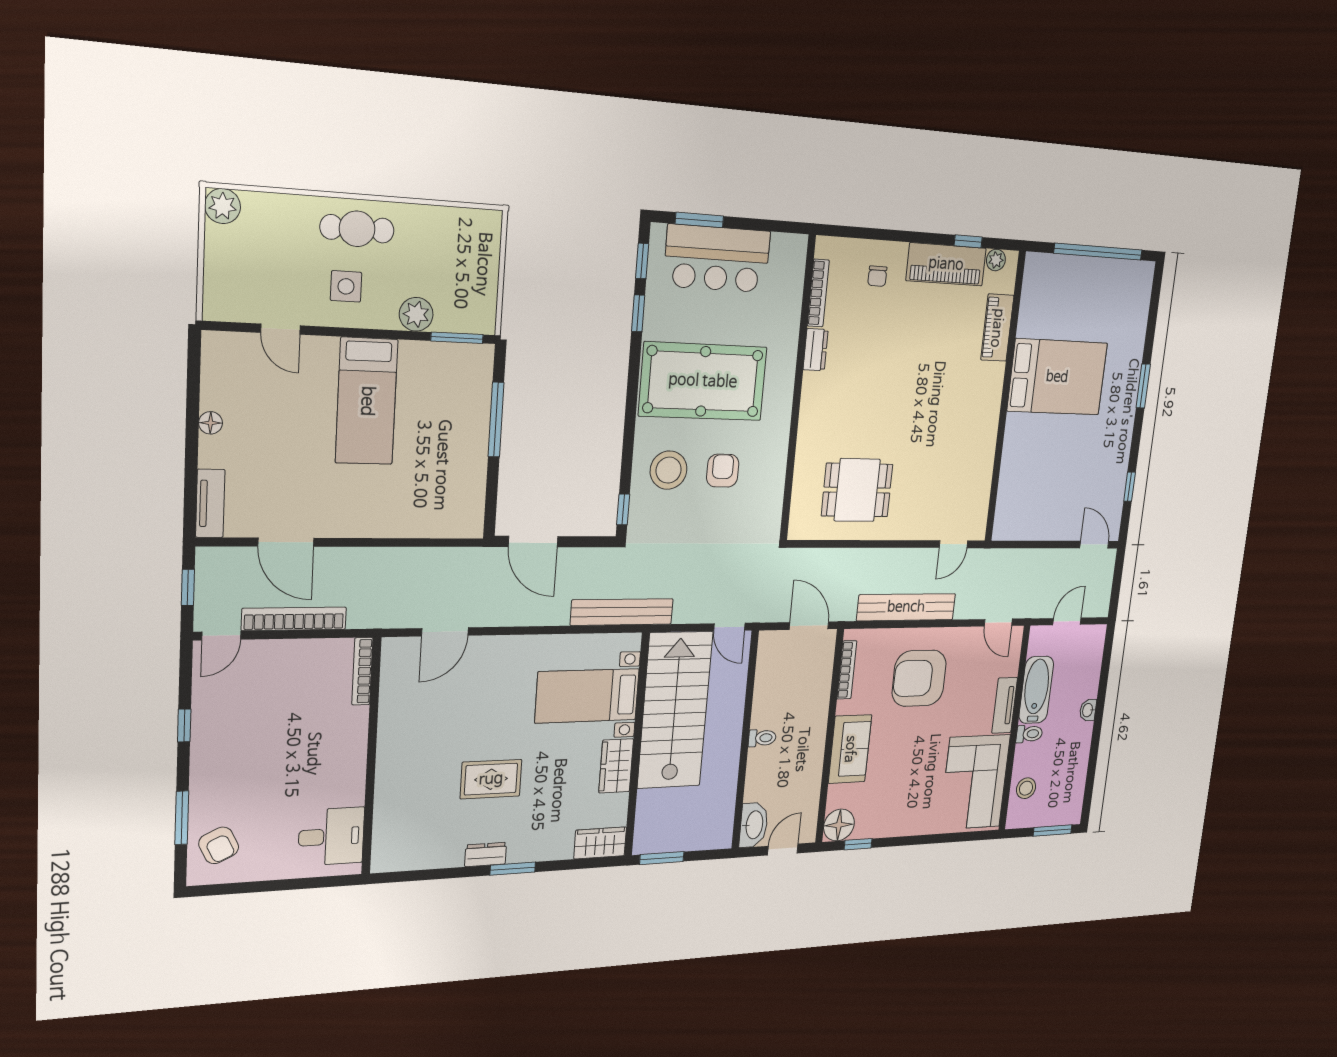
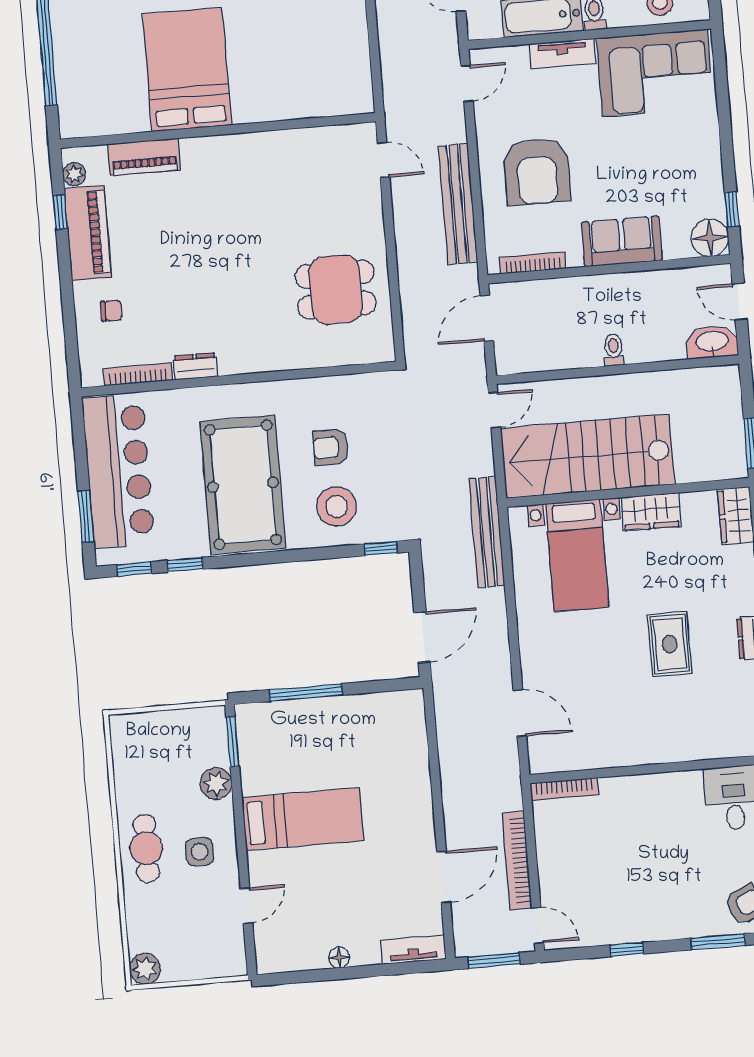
bar counter: (717, 259) -> (118, 471), width x1.36
dining table: (857, 490) -> (336, 290), turned 90
window: (188, 587) -> (494, 961), width x1.50

